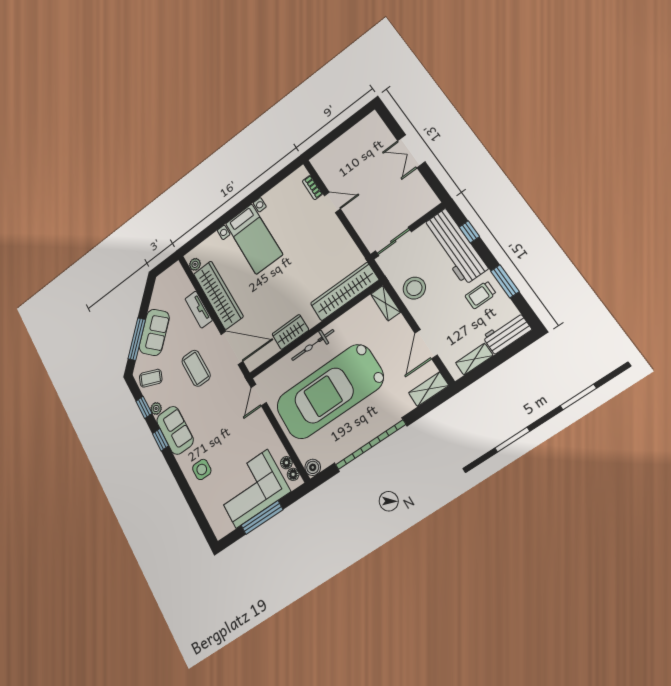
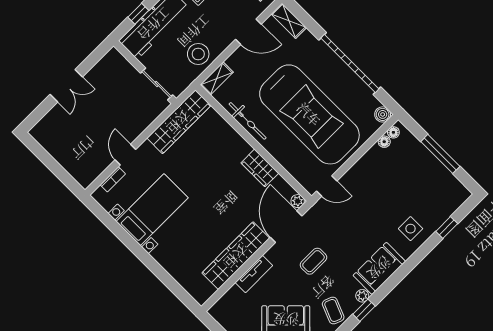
bed with nightstands: (254, 239) -> (152, 210), moved
plant: (195, 264) -> (298, 201), moved
wardrobe: (344, 292) -> (179, 122), moved, turned -90
bicycle: (313, 345) -> (248, 121), moved
coffee table: (196, 368) -> (313, 261), width x0.73, depth x0.77
window: (161, 440) -> (447, 227), moved
corner sofa: (252, 489) -> (416, 171), removed

